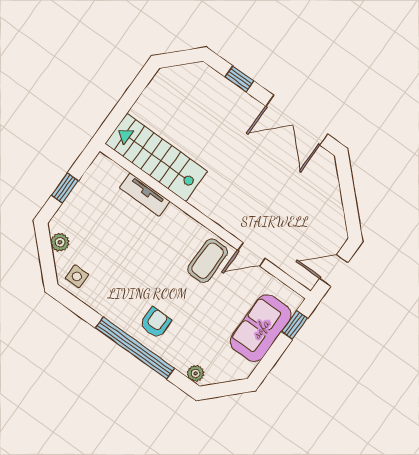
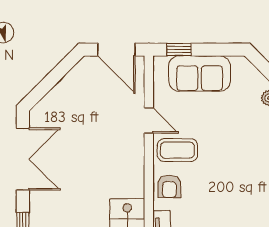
door: (334, 271) -> (116, 50), width x1.38
armchair: (155, 323) -> (169, 186), moved, turned -90

